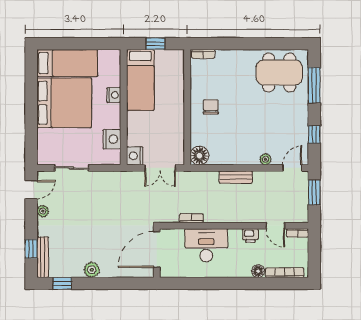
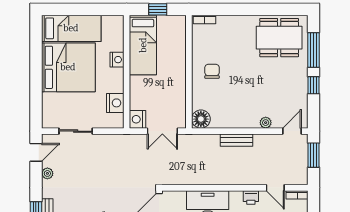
window: (314, 135) -> (313, 85), moved
bookcase: (191, 218) -> (193, 180), removed

